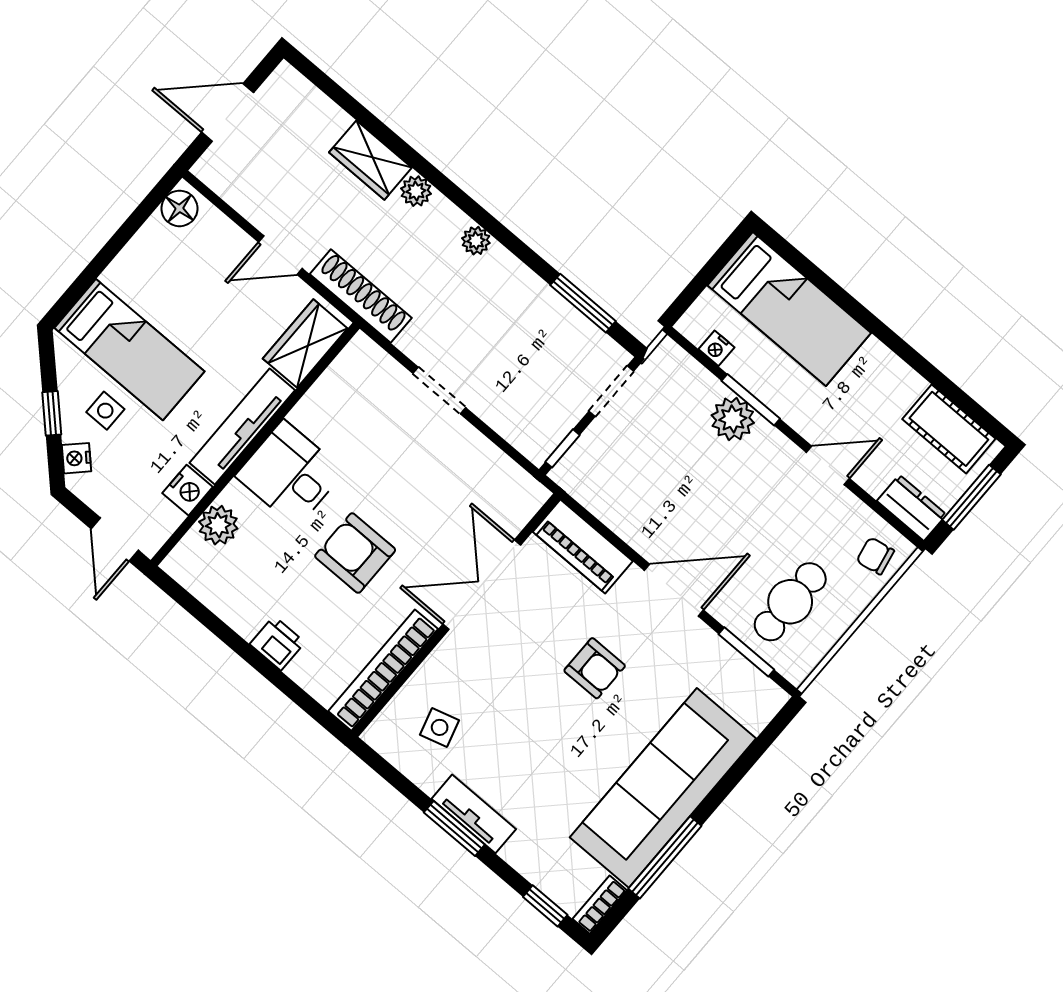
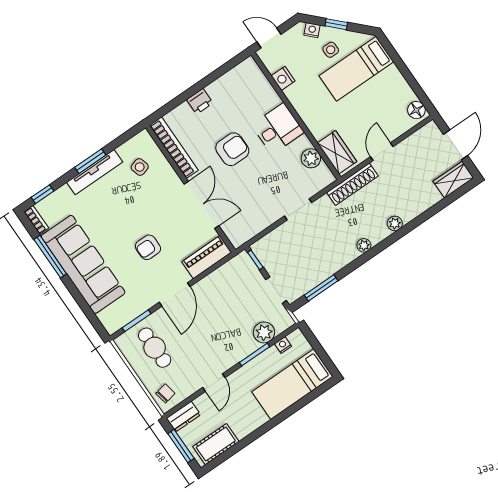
wardrobe: (370, 160) -> (453, 180), moved
plant: (733, 419) -> (264, 332), moved
tv unit: (242, 427) -> (306, 112), removed
plant: (218, 525) -> (311, 158), moved
tv unit: (474, 814) -> (95, 172), width x1.41

